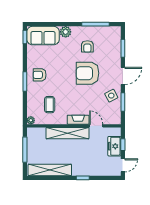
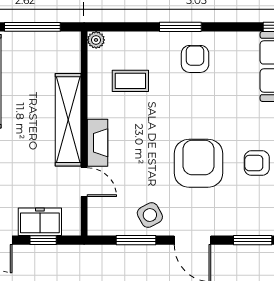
door: (96, 126) -> (84, 182), hinge flipped

